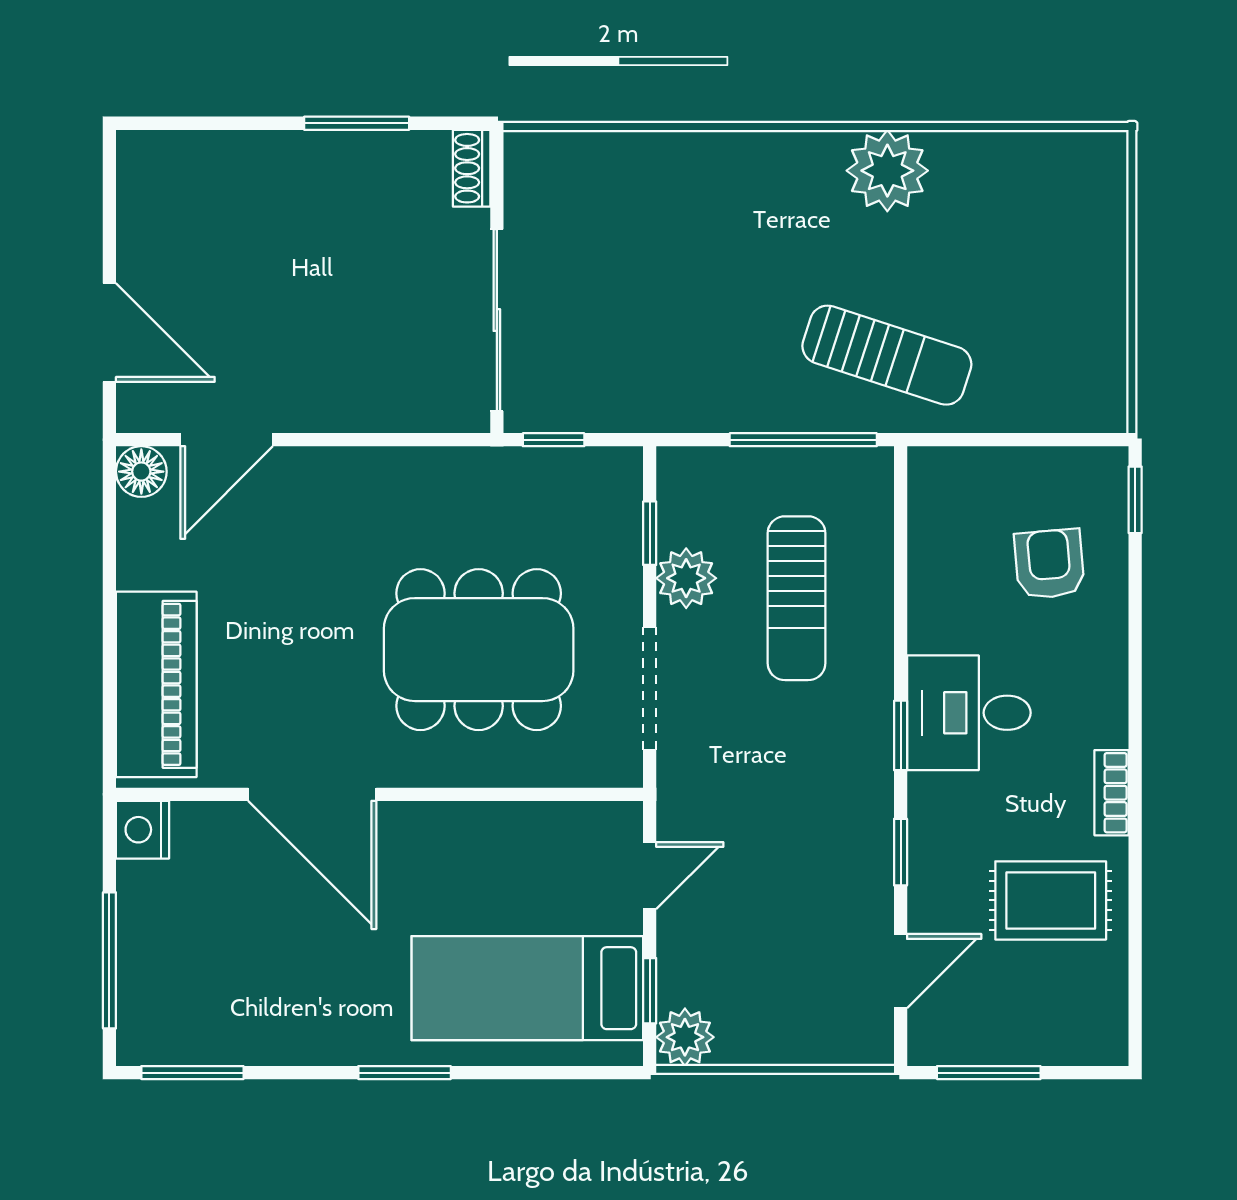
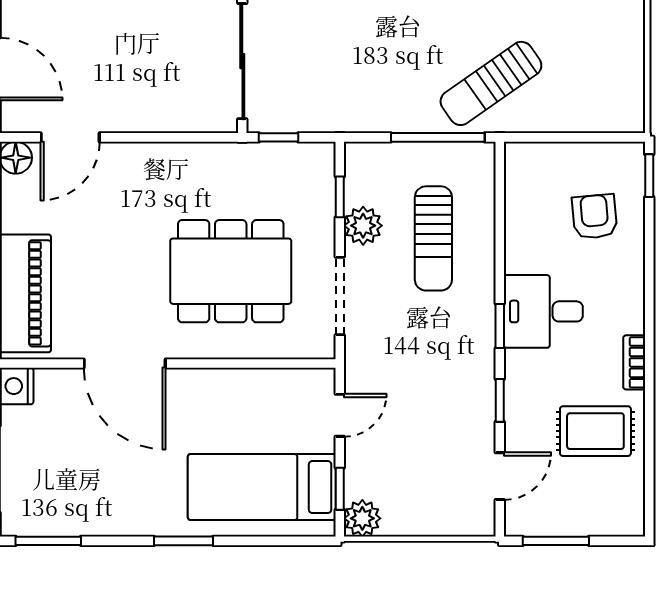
sun lounger: (887, 355) -> (491, 83), turned 127

